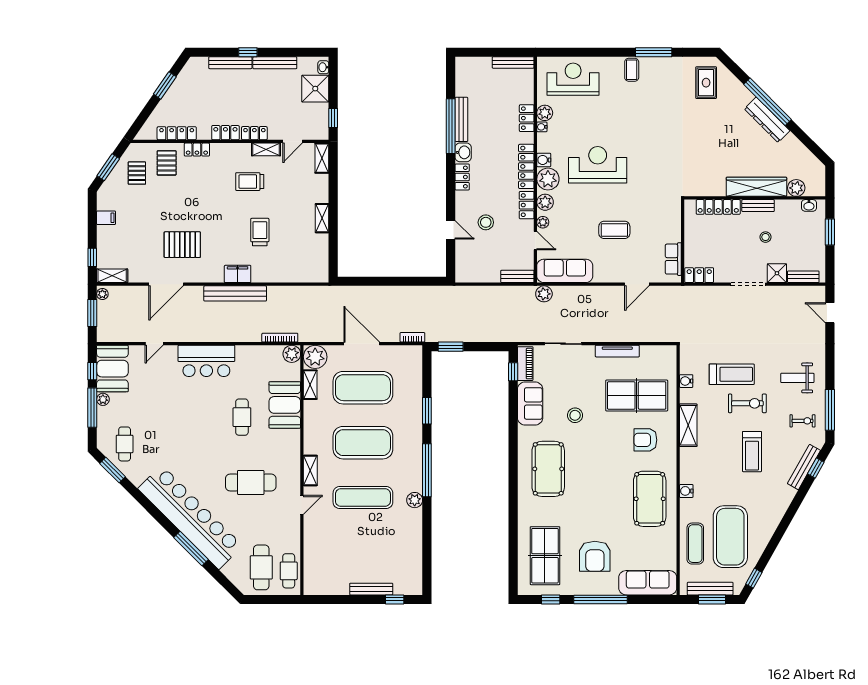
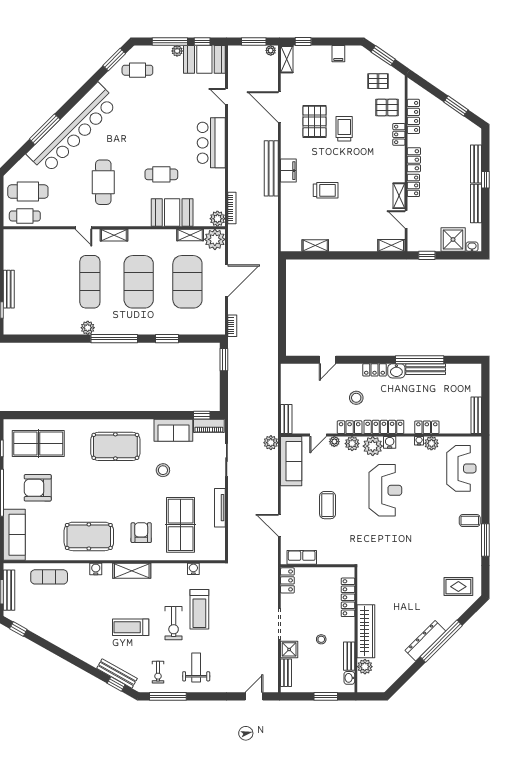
trolley: (250, 182) -> (344, 129), moved
bench: (758, 206) -> (349, 656), moved
shelving: (322, 218) -> (315, 246), moved
stool: (486, 222) -> (356, 398), moved
shelving: (688, 425) -> (132, 571), moved
exercise mat: (730, 537) -> (55, 608), removed

